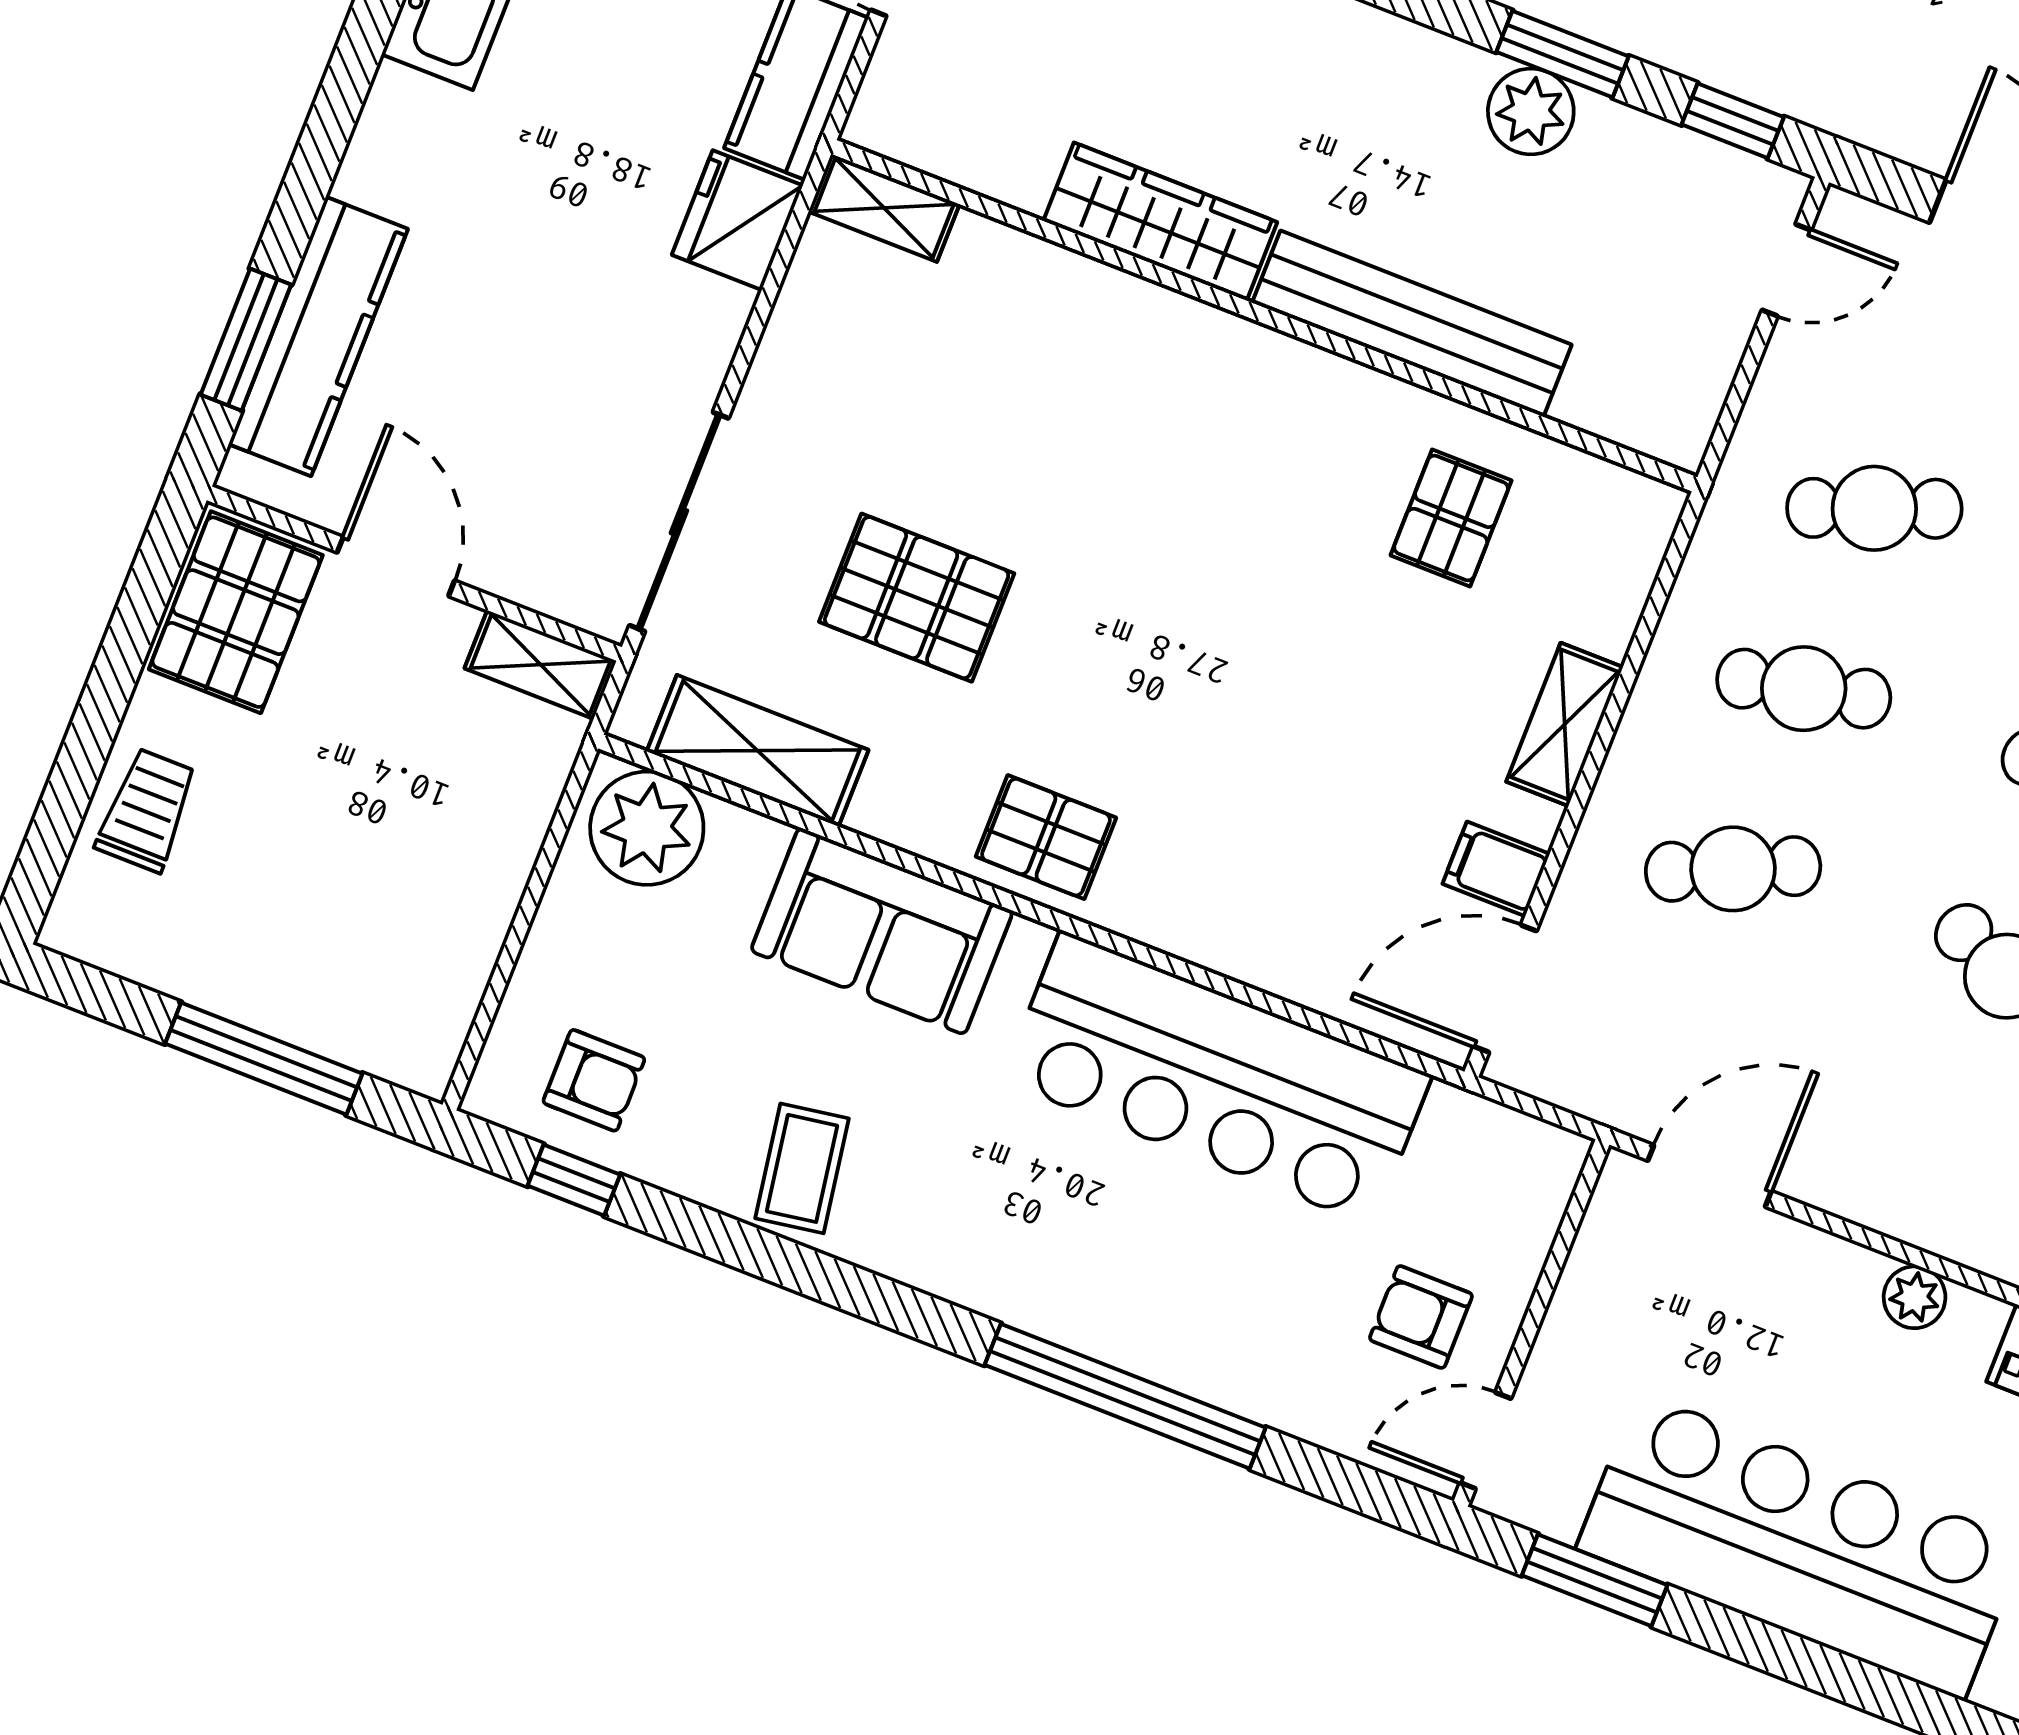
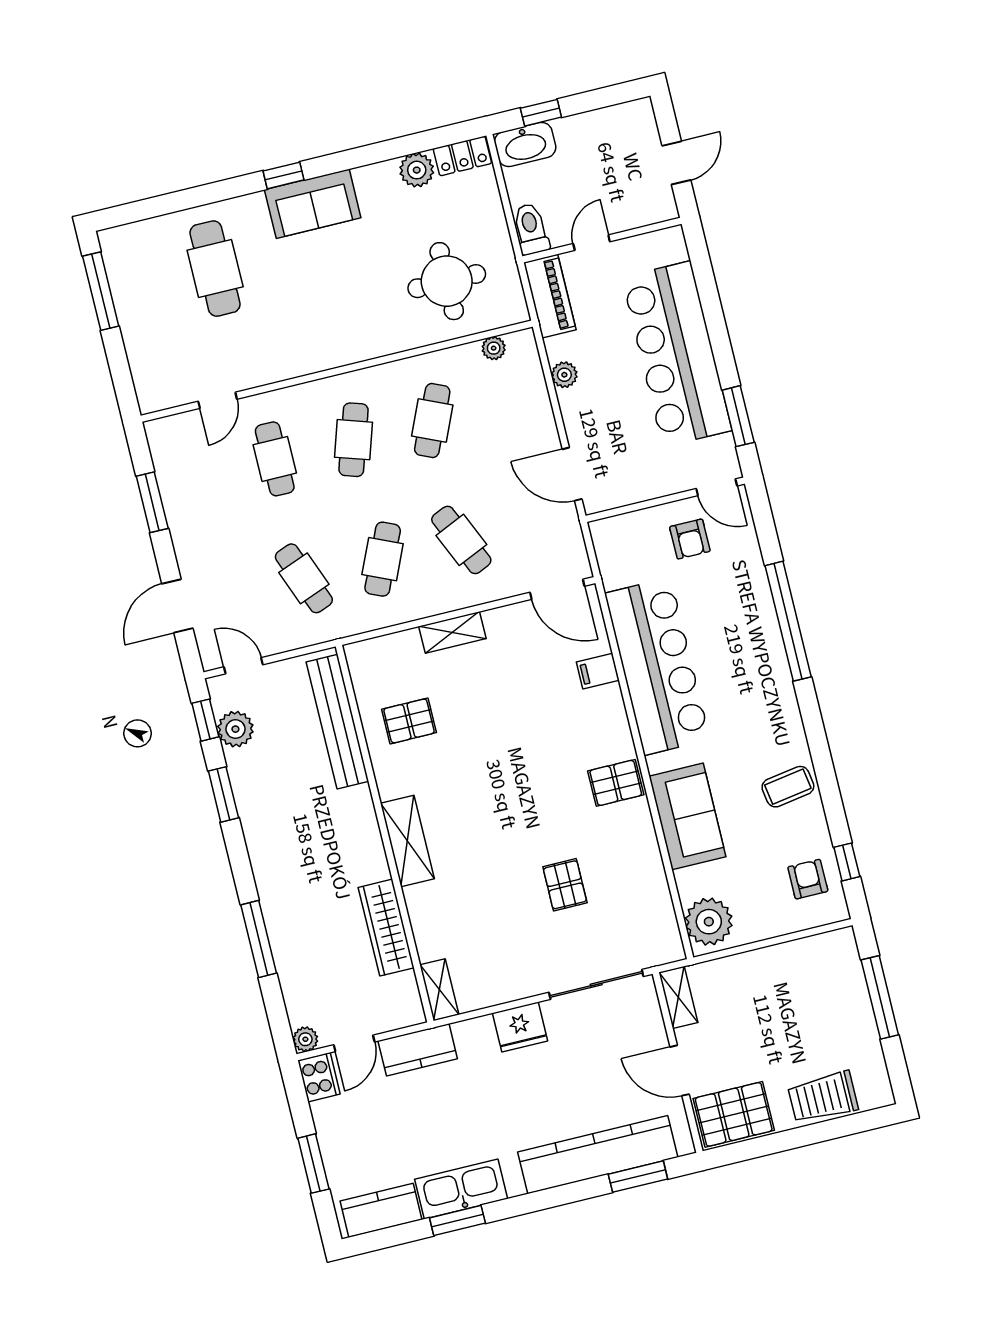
plant: (1531, 112) -> (235, 729), moved
fridge: (737, 220) -> (520, 1027), moved
wardrobe: (1160, 222) -> (386, 928), moved
bench: (1412, 324) -> (337, 722), moved
kitchen counter: (318, 336) -> (598, 1155), width x1.39, depth x1.17
door: (396, 566) -> (680, 1071), hinge flipped
pallet: (917, 598) -> (565, 885), width x0.67, depth x0.71
cafe table: (1804, 689) -> (383, 559), turned 36
shelving: (758, 751) -> (407, 841), moved
trolley: (147, 810) -> (823, 1097), width x1.36, depth x1.39
pallet: (1046, 837) -> (616, 783), turned 90
filing cabinet: (1496, 869) -> (598, 671), moved, turned 90

